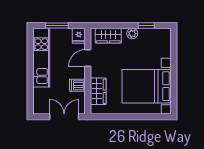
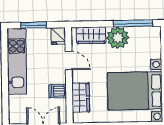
window: (146, 26) -> (133, 23), width x2.17
plant: (132, 34) -> (118, 38), width x1.88, depth x1.88
door: (88, 58) -> (69, 61), swing flipped

